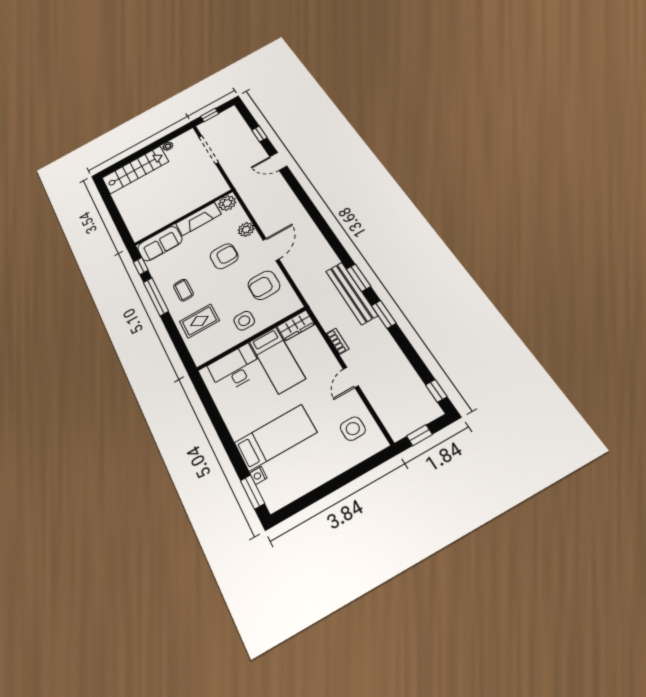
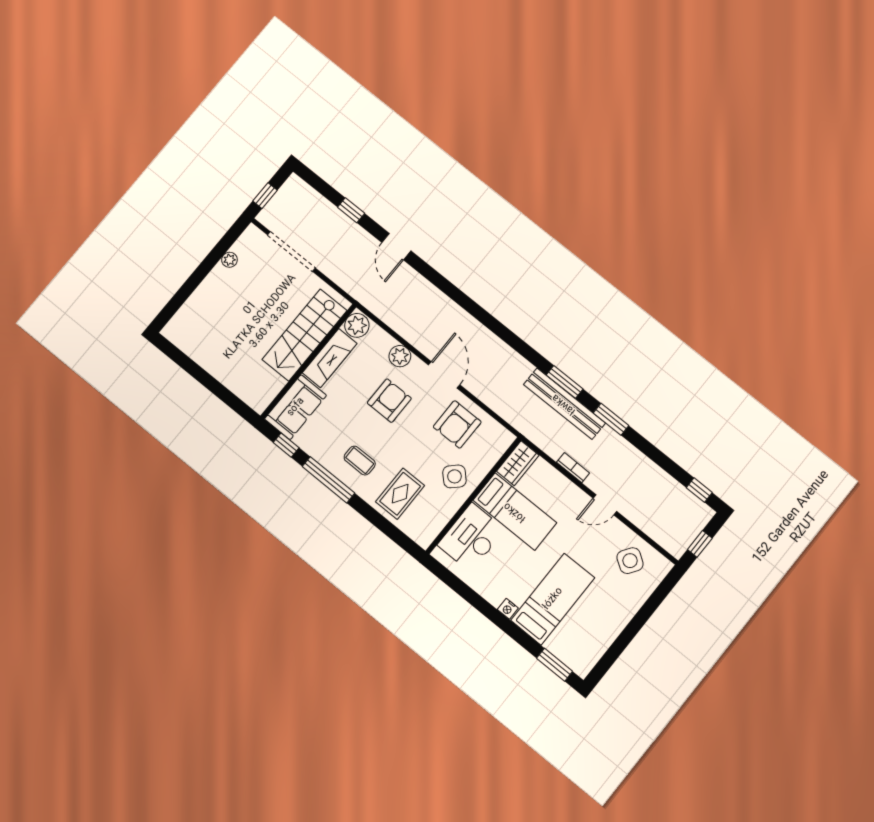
door: (278, 161) -> (396, 247), hinge flipped
stairs: (135, 170) -> (305, 335), moved, turned 180
side table: (244, 321) -> (454, 476), turned 45
door: (351, 377) -> (605, 505), hinge flipped
side table: (353, 429) -> (630, 561), turned 34
nightstand: (258, 475) -> (508, 609), moved

